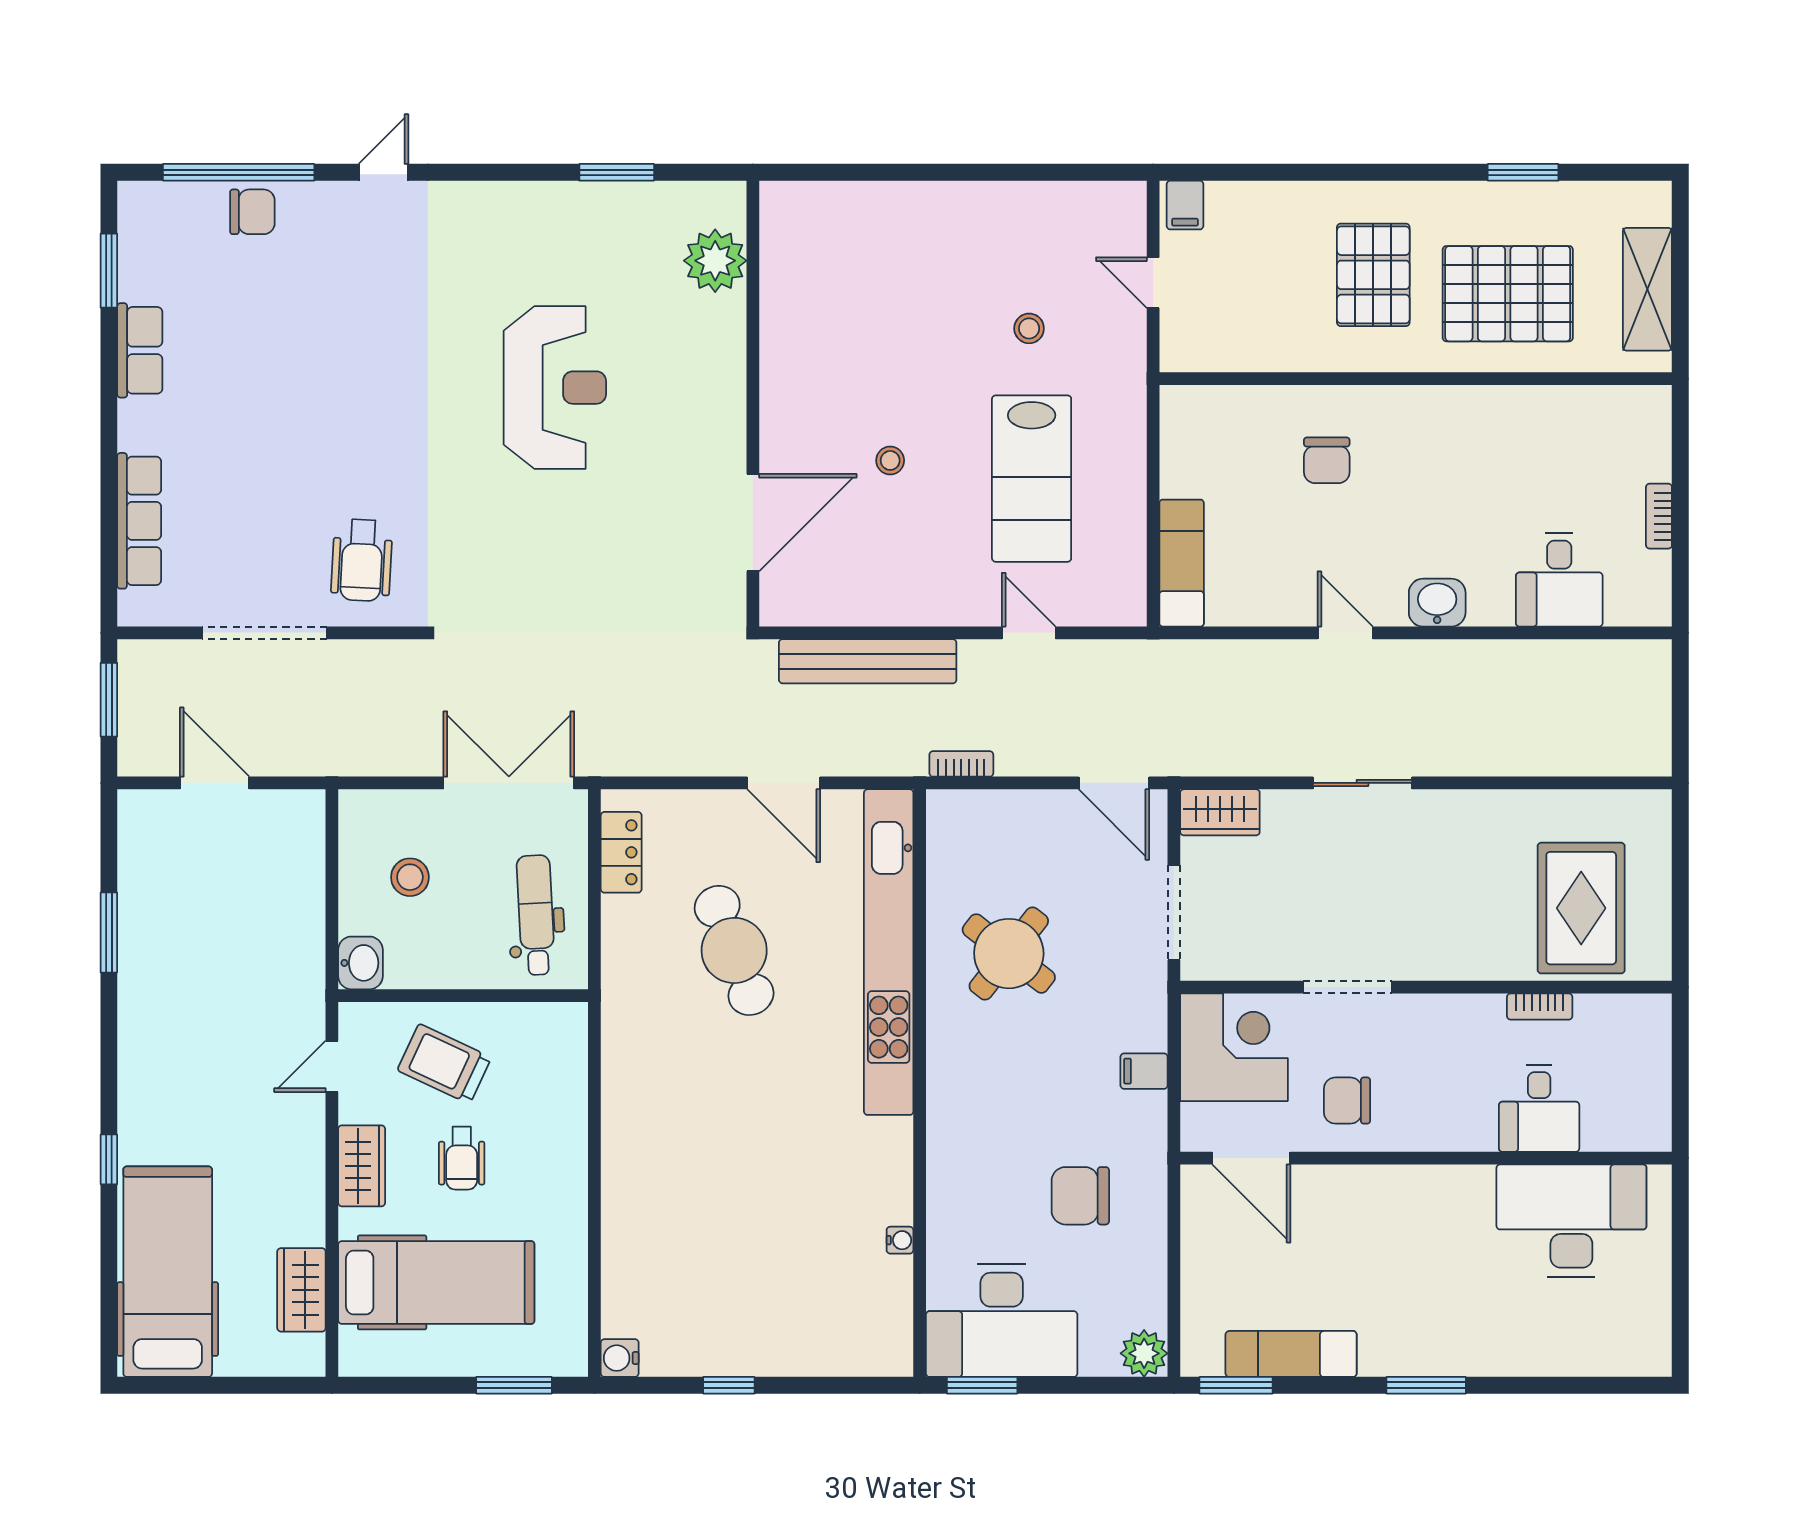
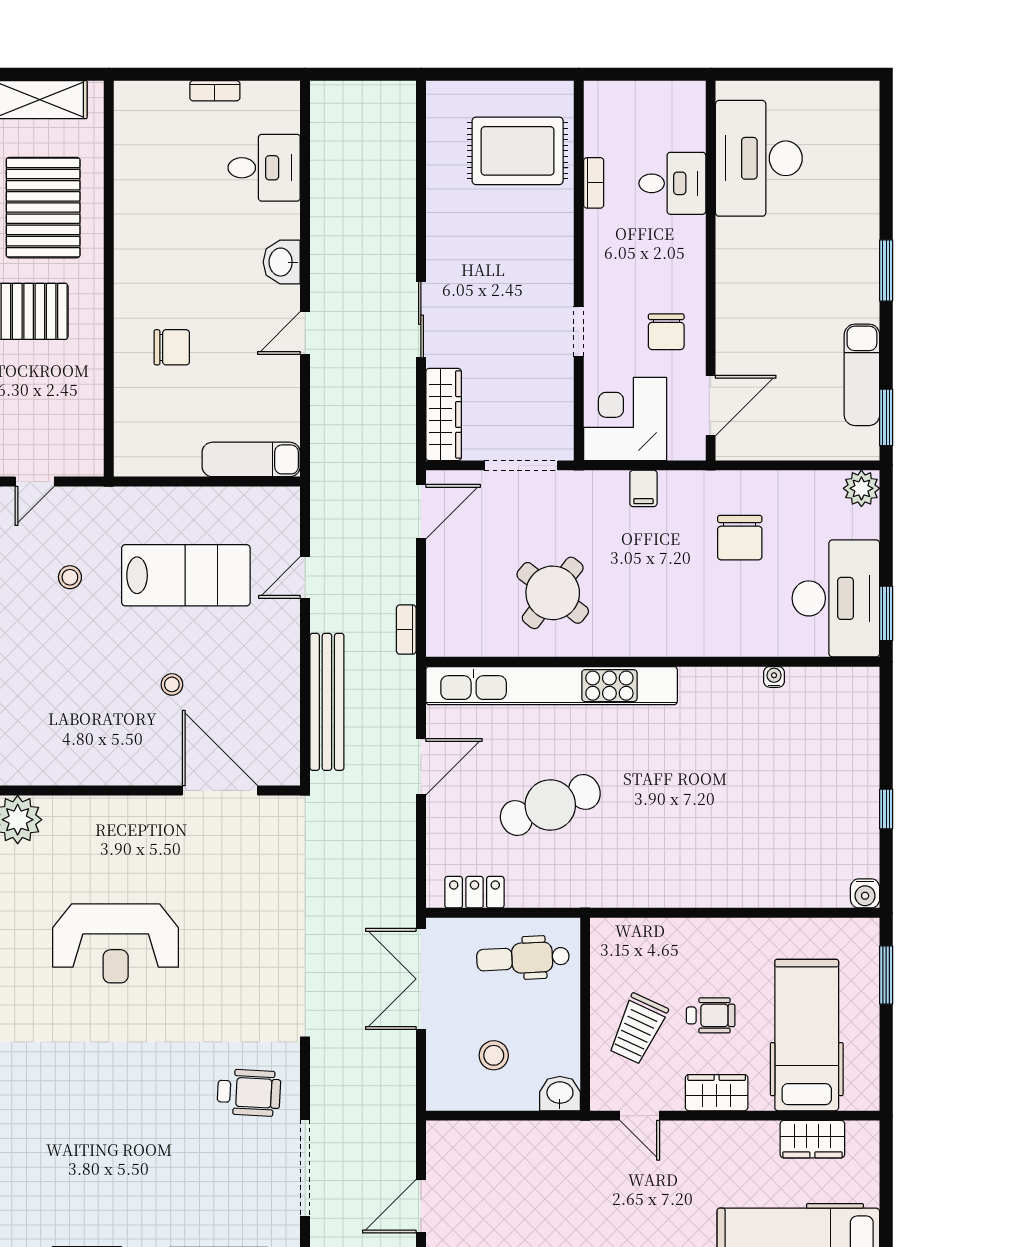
reception desk: (555, 388) -> (116, 943), turned 180
wardrobe: (1220, 812) -> (444, 414), width x1.50
doorway: (1347, 987) -> (579, 332), width x0.73

